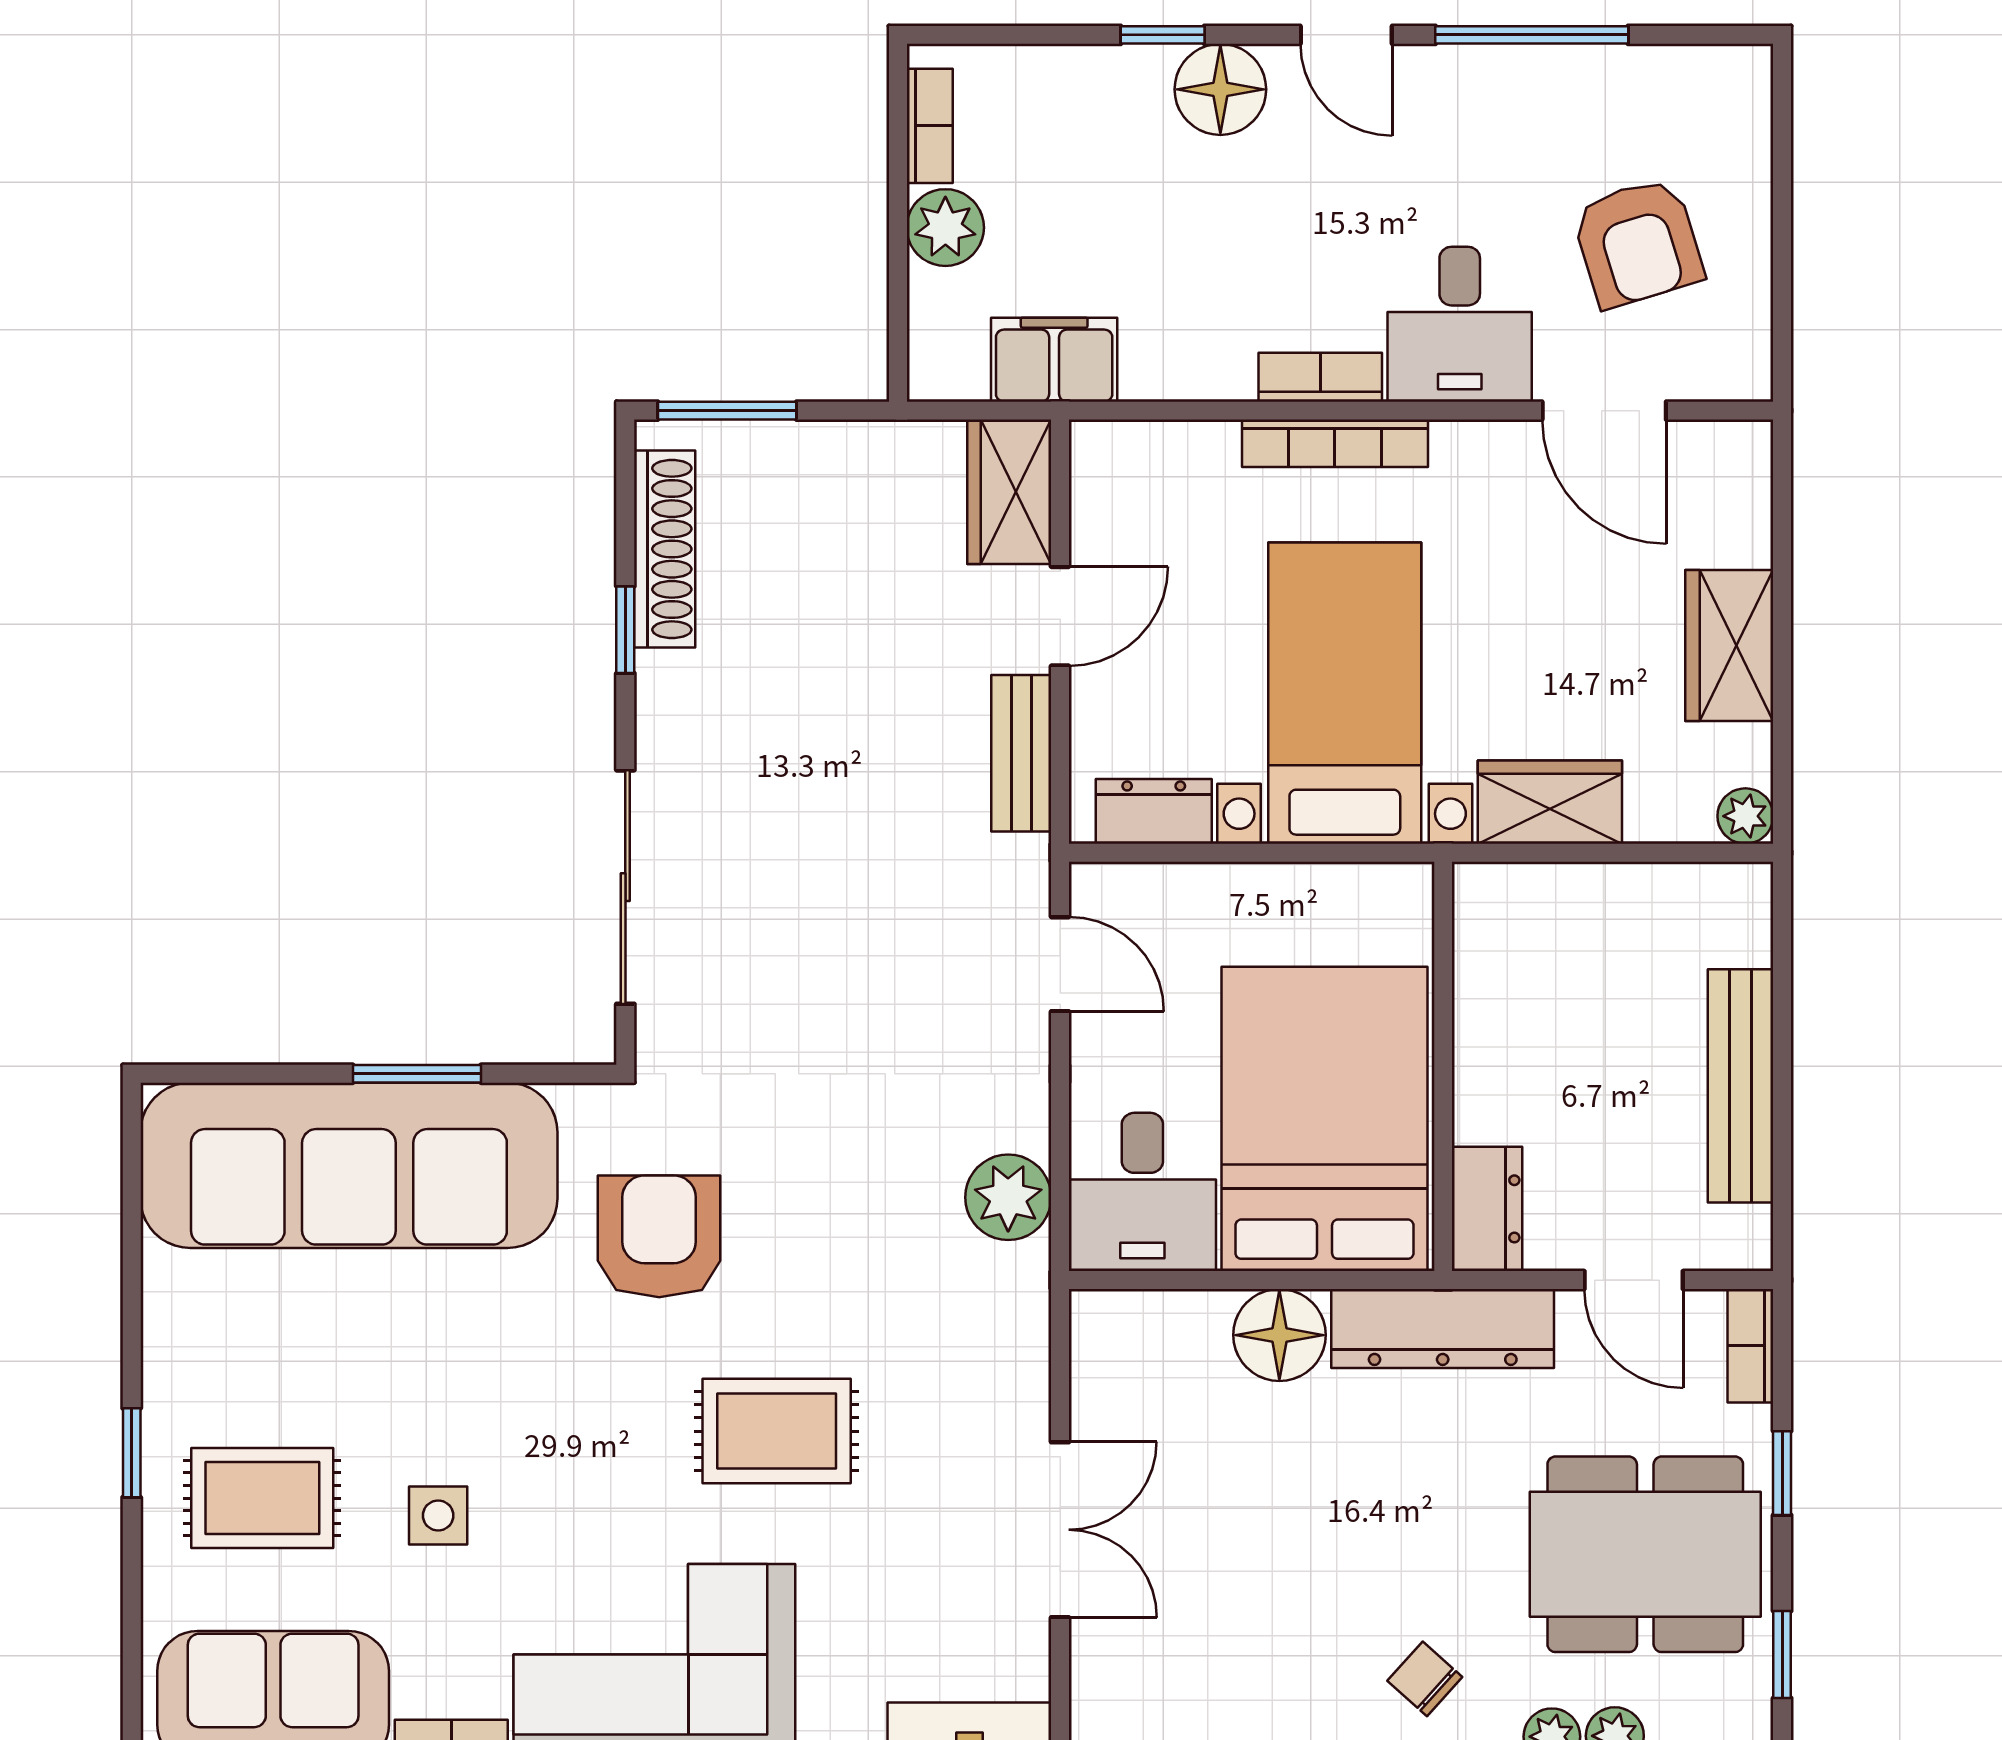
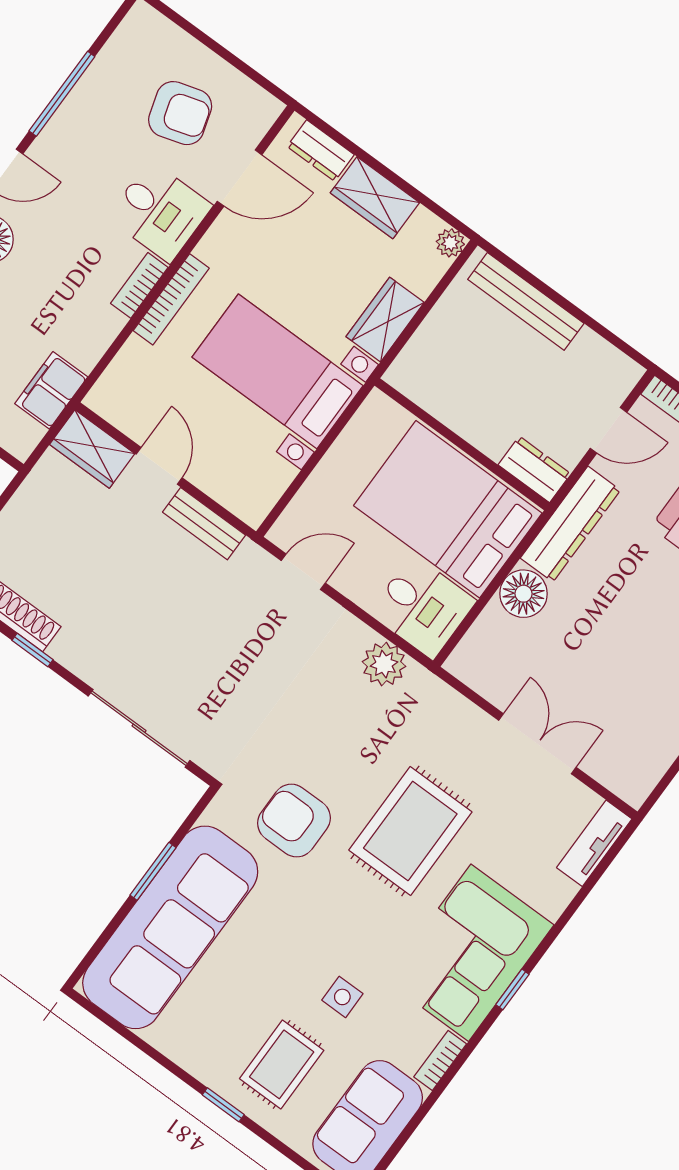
dresser: (1154, 811) -> (321, 151), moved, turned -90
bench: (1741, 1086) -> (526, 301), moved
rug: (777, 1431) -> (410, 831), width x1.36, depth x1.43

